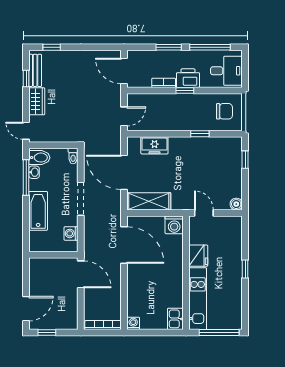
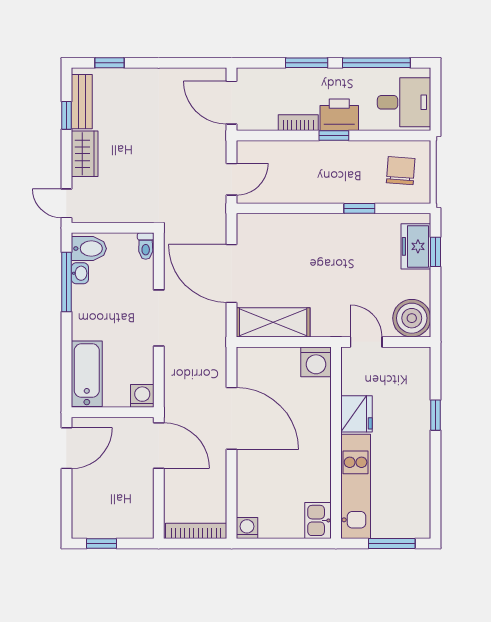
chair: (224, 111) -> (401, 171), turned -86
freezer: (154, 145) -> (416, 246), moved, turned 90
boiler: (236, 204) -> (412, 318), width x1.86, depth x1.86
bathtub: (38, 211) -> (87, 374), moved
washing machine: (71, 233) -> (142, 396), moved, turned 90
door: (124, 245) -> (232, 418), moved
window: (245, 269) -> (436, 415), moved
door: (26, 309) -> (66, 448), moved
window: (219, 333) -> (392, 543), width x0.69

